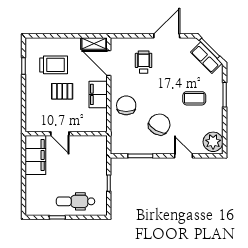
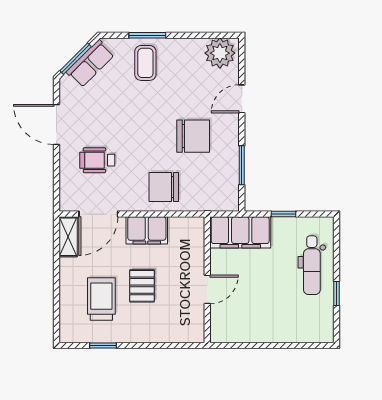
coffee table: (194, 98) -> (145, 63), moved
chair: (159, 124) -> (193, 136), turned 150
filing cabinet: (35, 155) -> (240, 232), moved, turned 180

